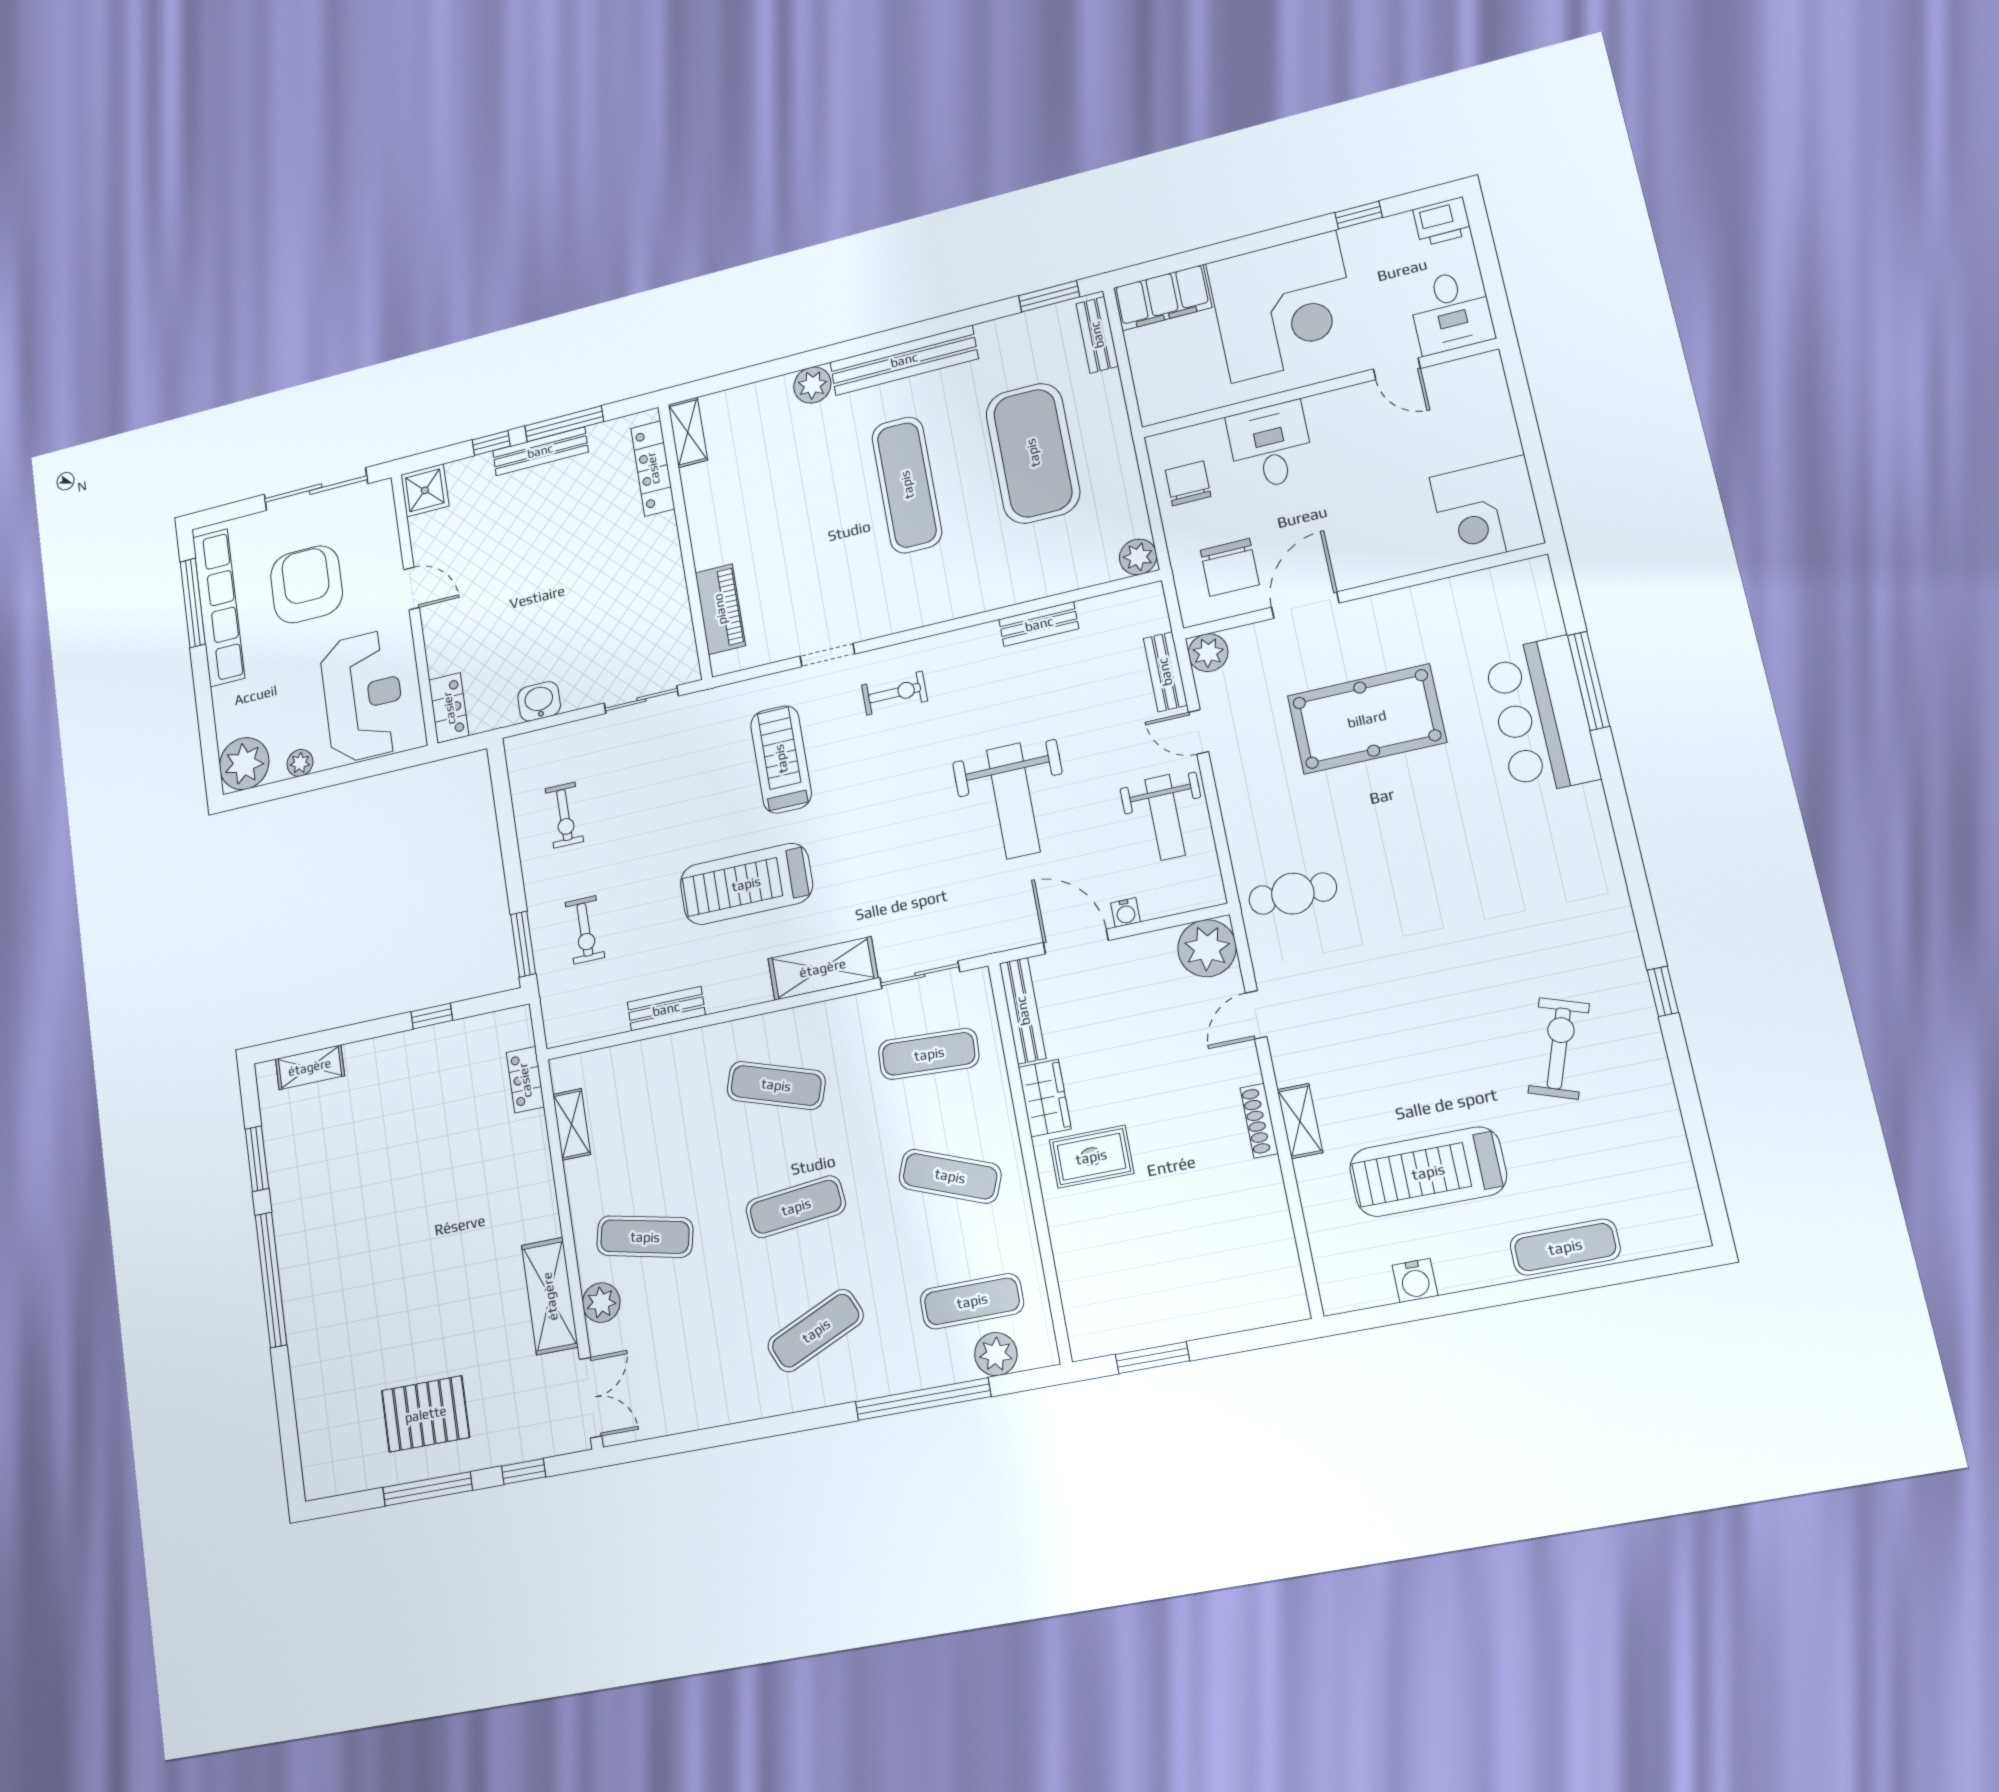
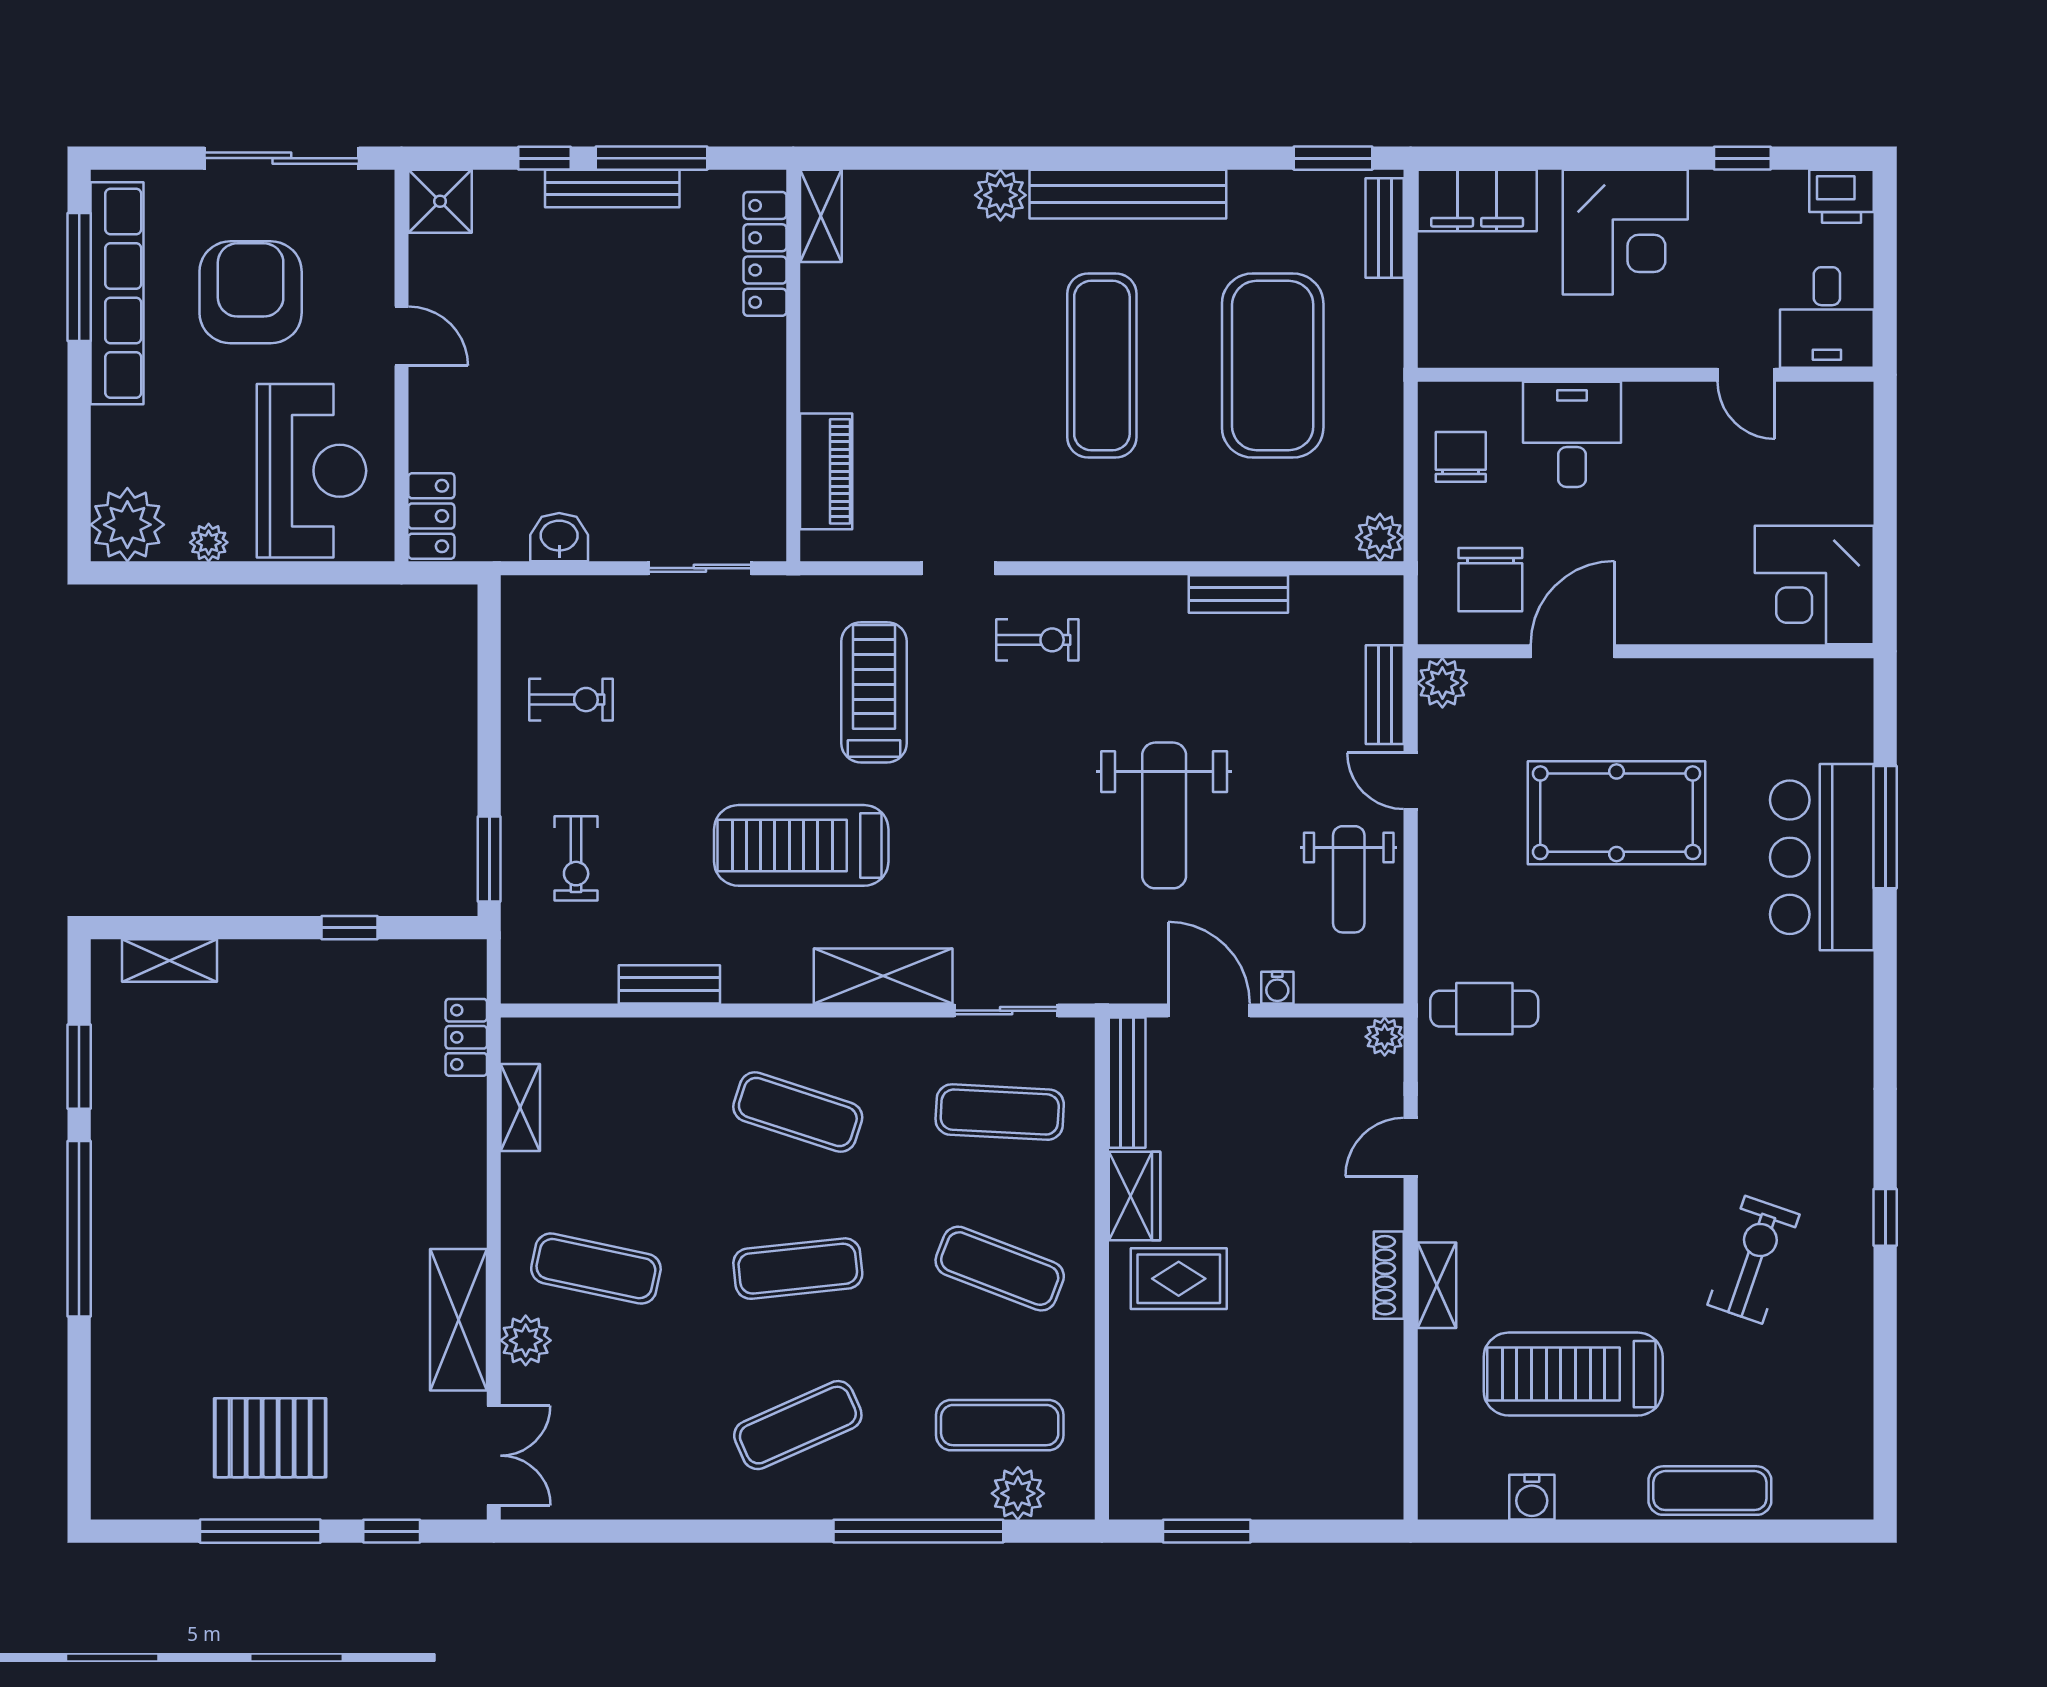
corner desk: (1283, 307) -> (1625, 232), width x0.74, depth x0.74
exercise bike: (564, 815) -> (571, 700), turned -90
plant: (1207, 948) -> (1385, 1037), width x0.53, depth x0.53

